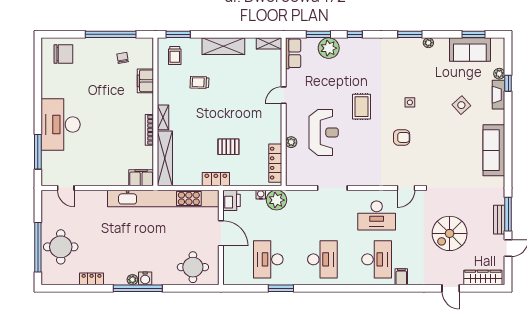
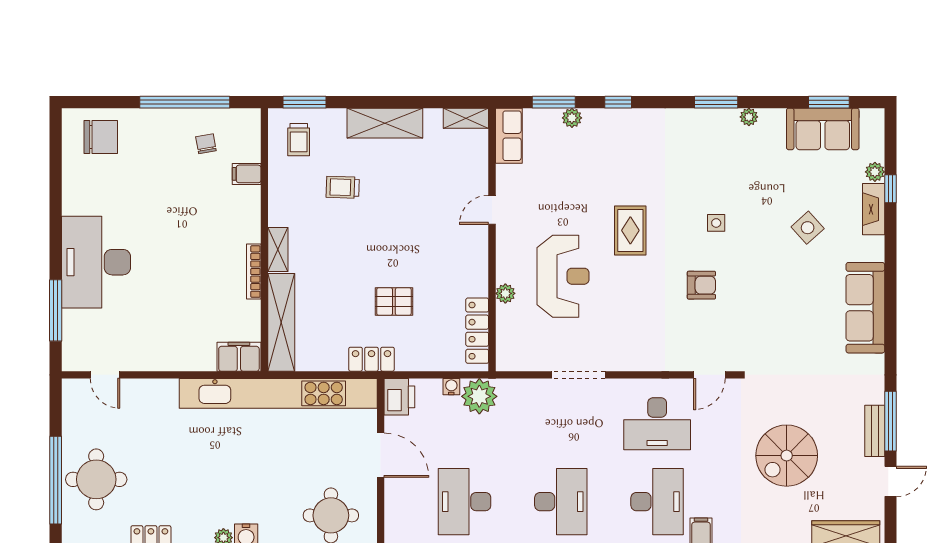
plant: (329, 48) -> (572, 118), width x0.53, depth x0.53
filing cabinet: (145, 81) -> (247, 174), width x0.50

